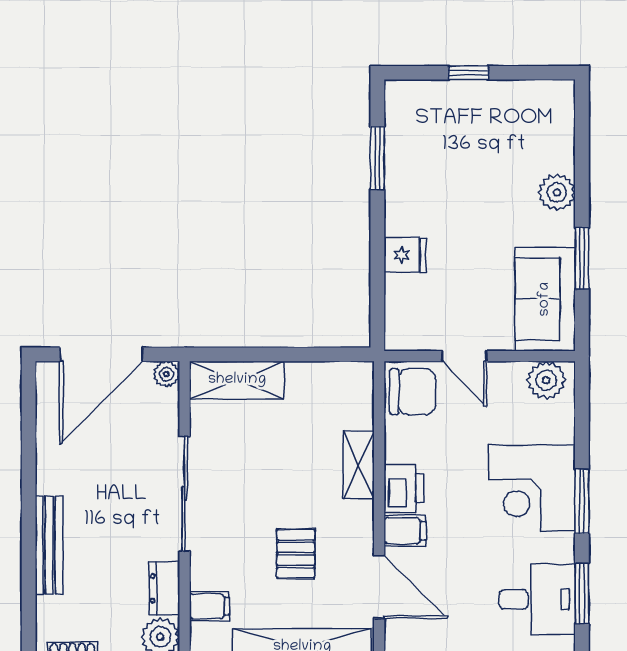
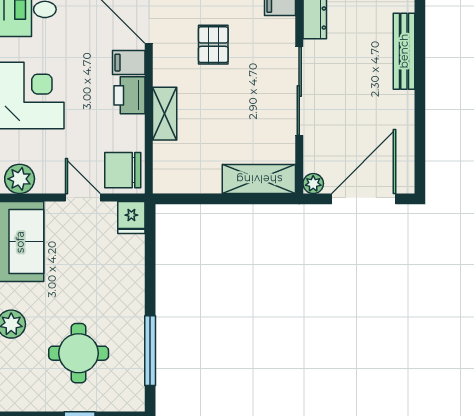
round table: (470, 155) -> (79, 353), added
window: (377, 158) -> (150, 351), width x1.44
fridge: (405, 255) -> (131, 218), moved, turned -90

